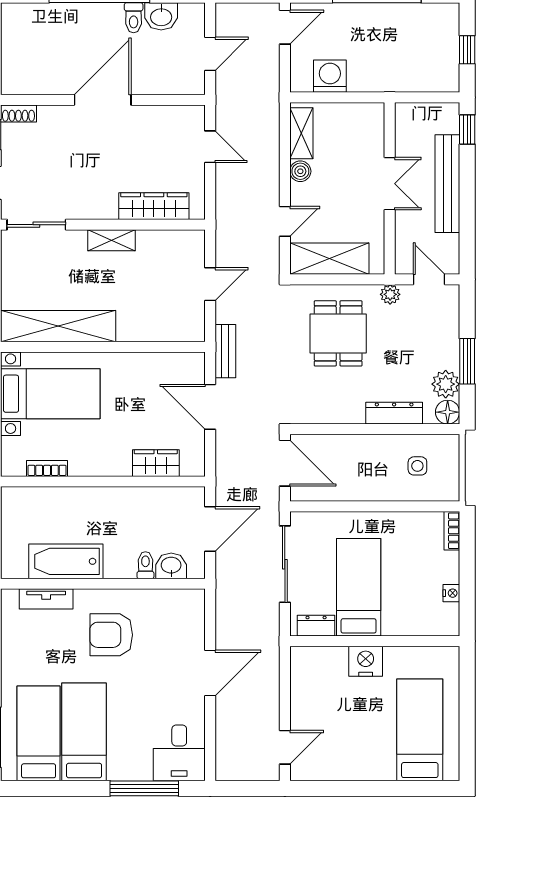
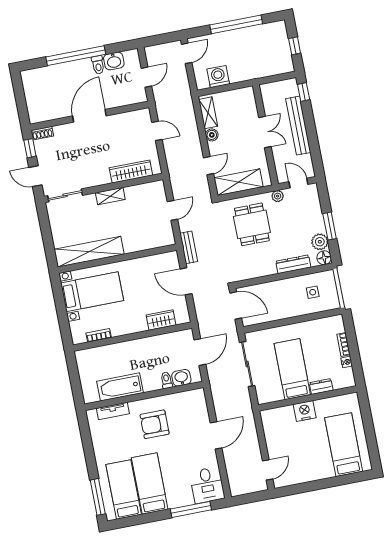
bookcase: (452, 531) -> (343, 345), moved
dresser: (316, 626) -> (321, 386), moved

